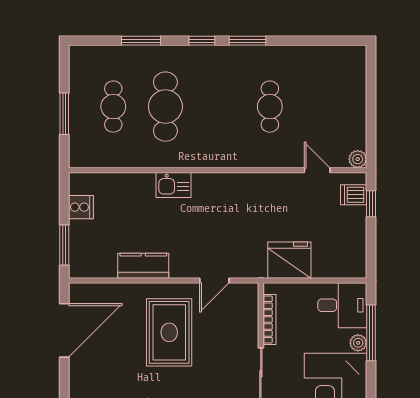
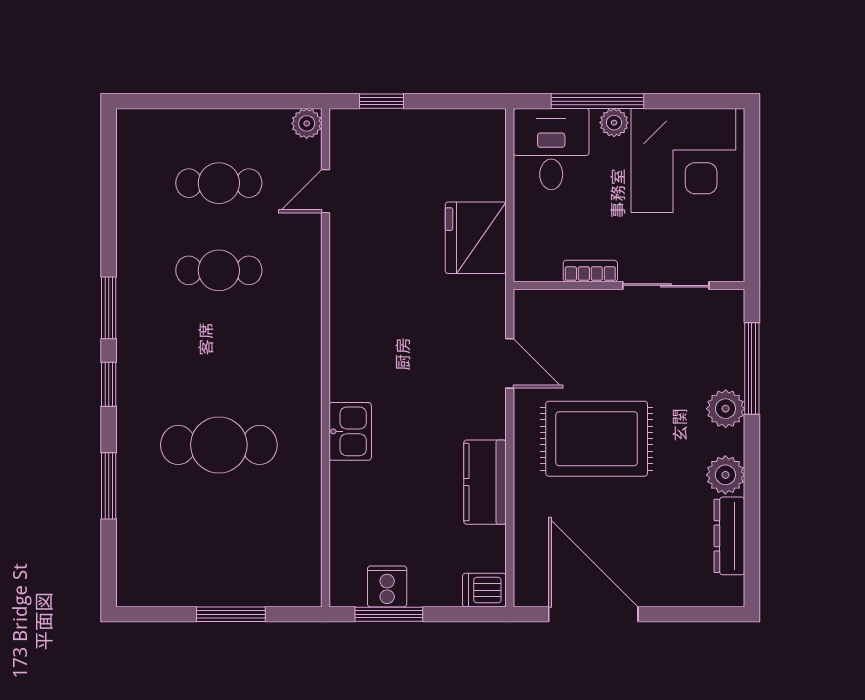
cafe table: (113, 107) -> (219, 183), moved
dishwasher: (354, 195) -> (484, 590), moved, turned 90
window: (64, 245) -> (389, 614), moved
bookcase: (269, 320) -> (590, 271), width x0.64

